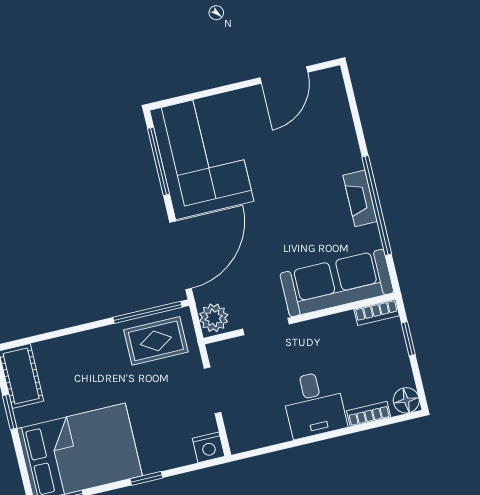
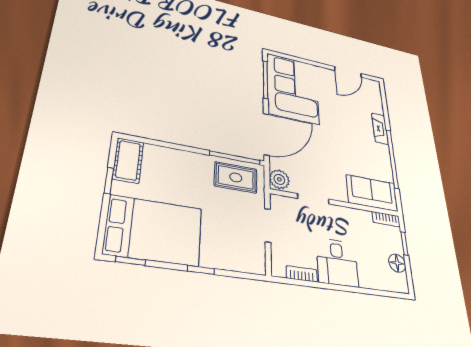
fireplace: (360, 198) -> (380, 129), moved
sofa: (337, 283) -> (372, 193), width x0.73
floor lamp: (406, 400) -> (397, 263), moved
bookcase: (369, 414) -> (302, 274), moved
nightstand: (209, 447) -> (255, 264), removed

